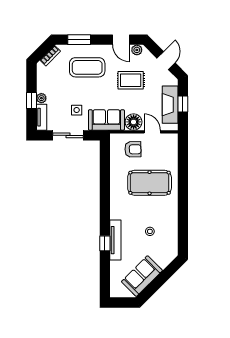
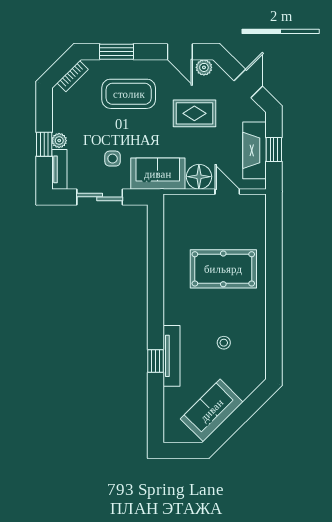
armchair: (133, 149) -> (198, 218), removed

